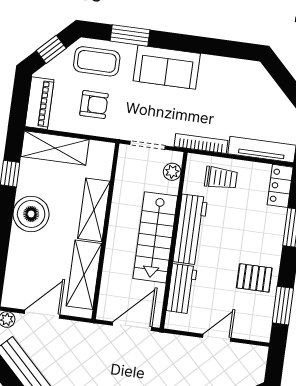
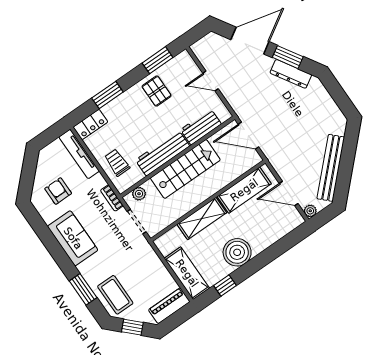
sofa: (167, 67) -> (73, 238), moved
armchair: (94, 105) -> (58, 191), moved
bookcase: (201, 144) -> (112, 198), width x0.64

